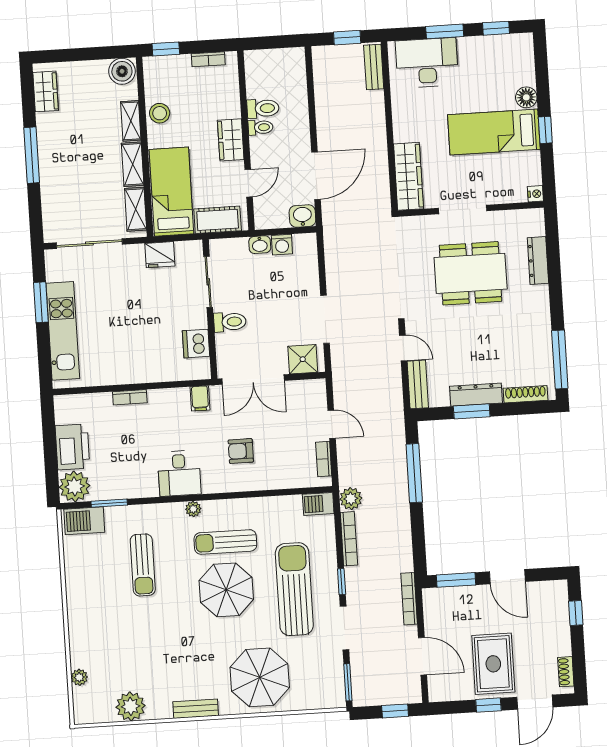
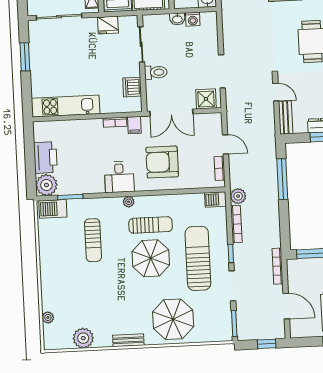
kitchen unit: (63, 331) -> (66, 106), moved, turned -90
bookcase: (130, 397) -> (115, 122), moved
armchair: (241, 451) -> (162, 162), width x1.88, depth x1.88
sun lounger: (225, 542) -> (151, 225), turned 180

